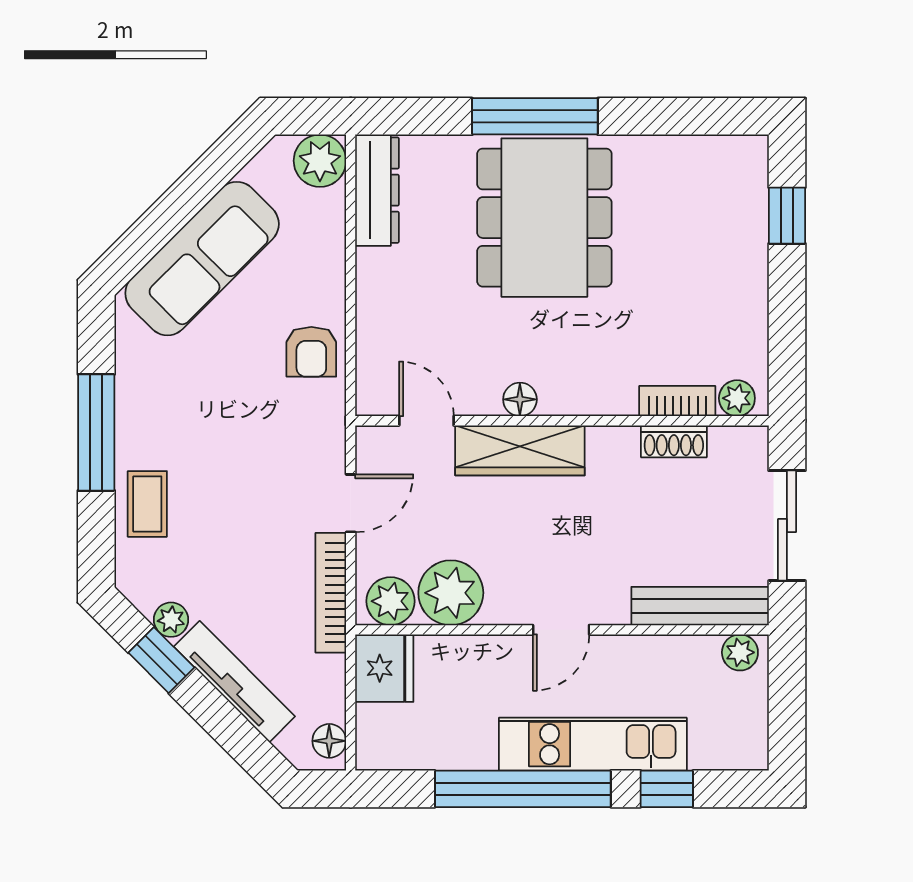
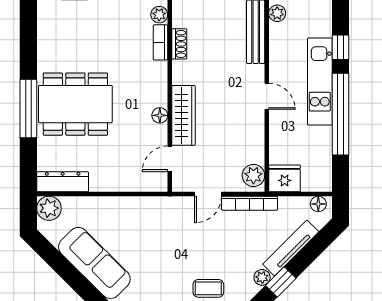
armchair: (311, 352) -> (138, 212), removed
door: (351, 503) -> (208, 194), swing flipped
plant: (451, 593) -> (250, 148), removed

